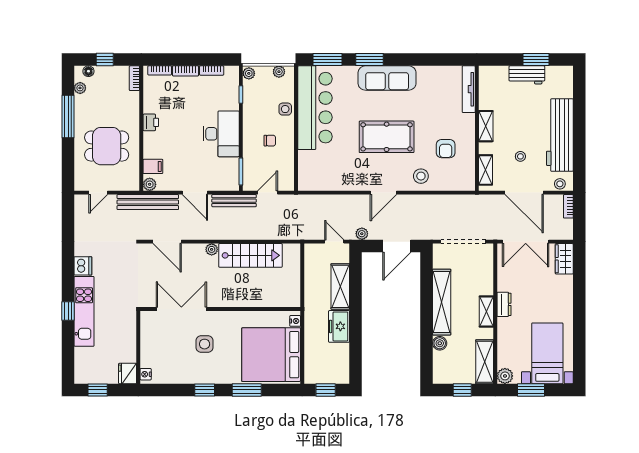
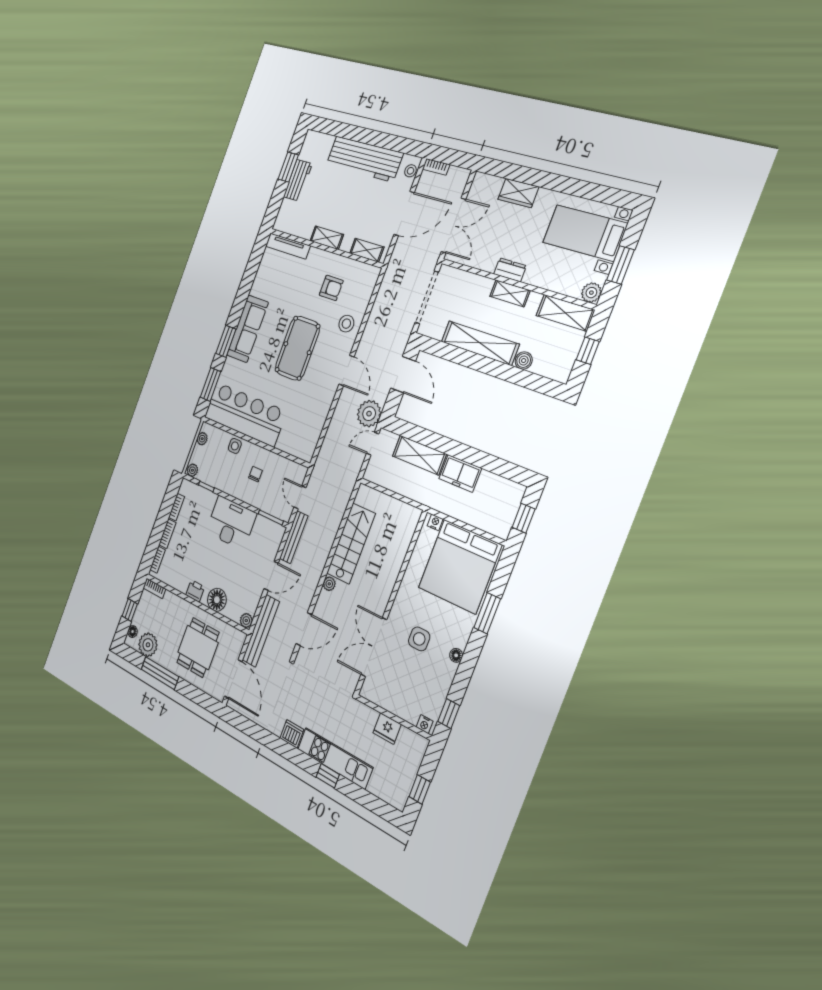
plant: (80, 88) -> (148, 645), width x1.87, depth x1.87
floor lamp: (153, 148) -> (217, 600), added
stool: (520, 156) -> (368, 208), removed
filing cabinet: (153, 166) -> (232, 609), removed
door: (98, 193) -> (233, 679), width x1.88
plant: (362, 234) -> (369, 414), width x1.88, depth x1.88
wardrobe: (564, 259) -> (518, 193), moved
fridge: (128, 374) -> (387, 728), moved
floor lamp: (206, 378) -> (456, 655), added
window: (205, 390) -> (449, 714), moved

